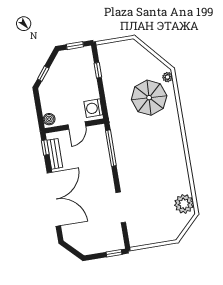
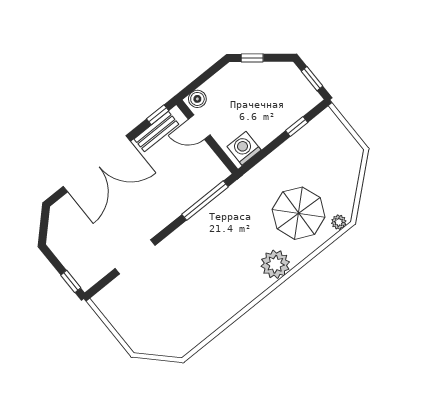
door: (77, 126) -> (199, 127), moved
plant: (184, 204) -> (275, 264), moved

